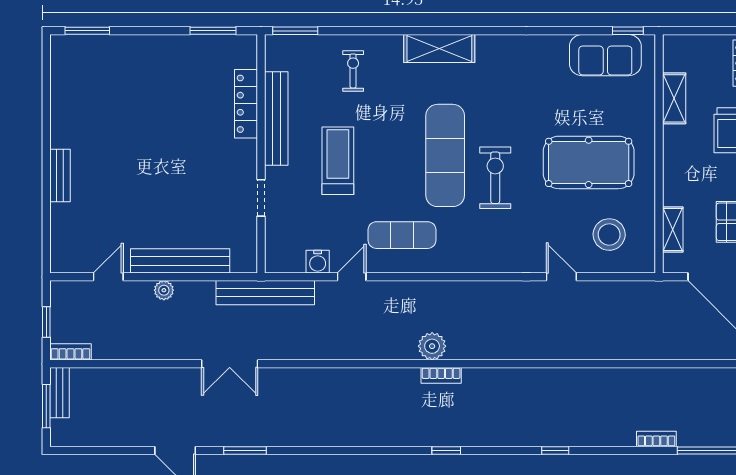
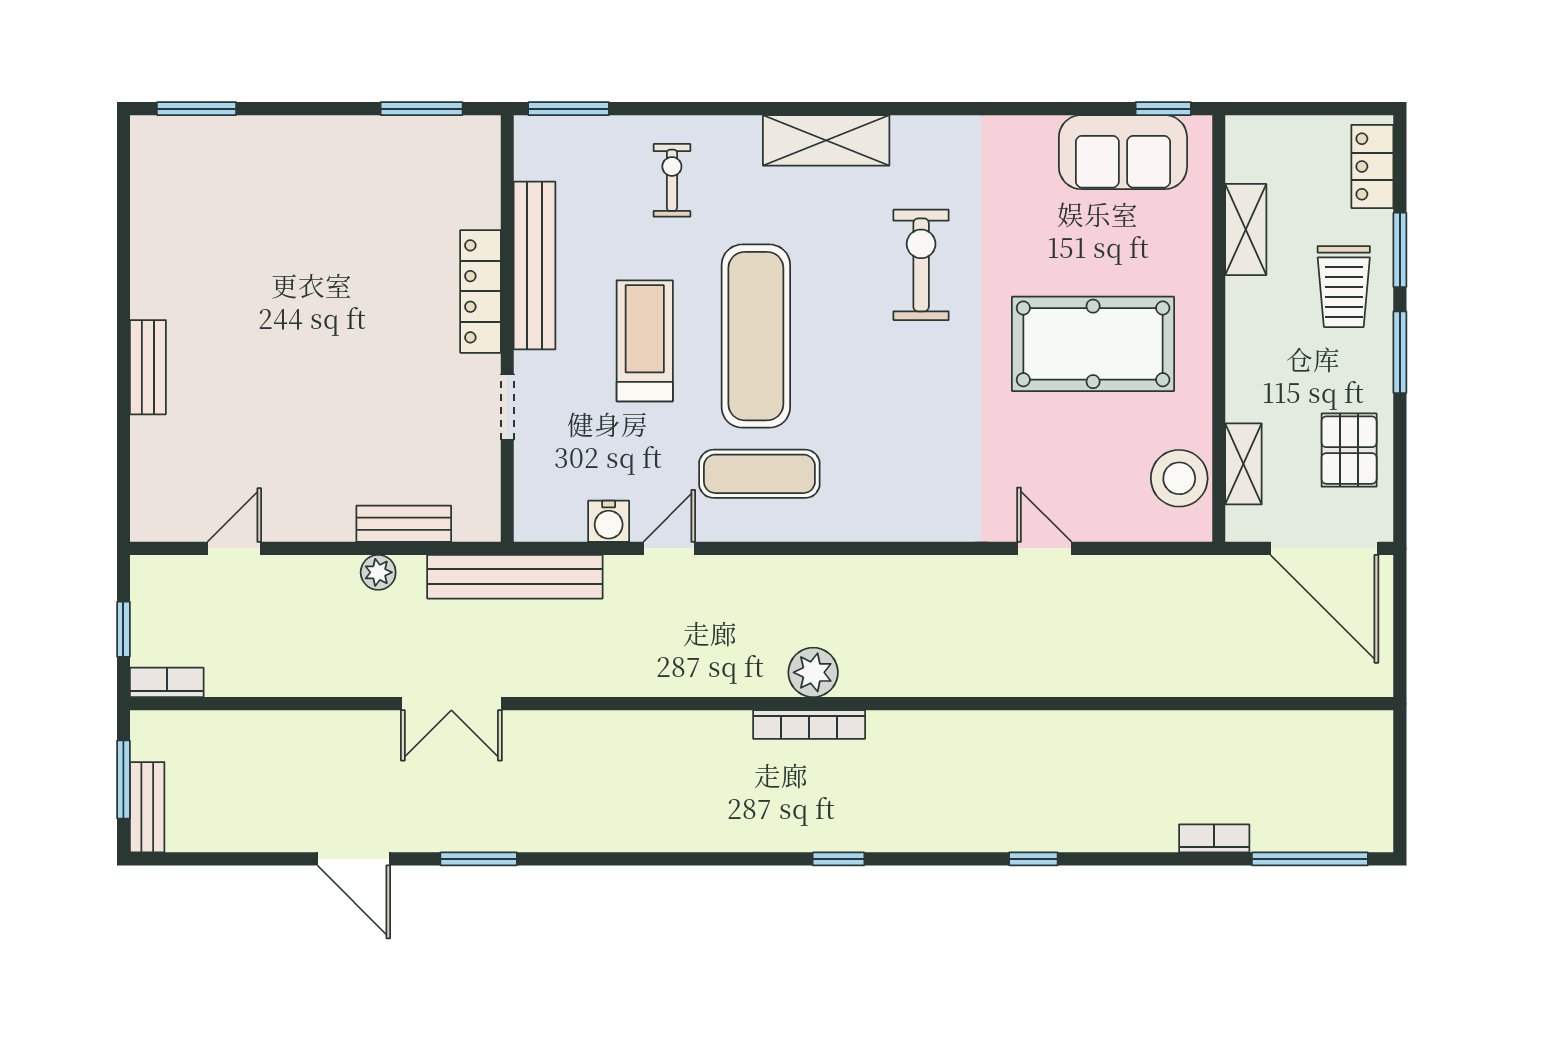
locker: (246, 104) -> (480, 291), moved
exercise mat: (445, 155) -> (756, 336), moved
exercise bike: (495, 178) -> (921, 265), moved
stool: (609, 235) -> (1179, 478), moved
bench: (180, 261) -> (404, 524), width x0.54, depth x0.82
plant: (164, 290) -> (378, 572), moved
bookcase: (441, 375) -> (809, 724), width x1.56
bench: (60, 393) -> (147, 807), moved

